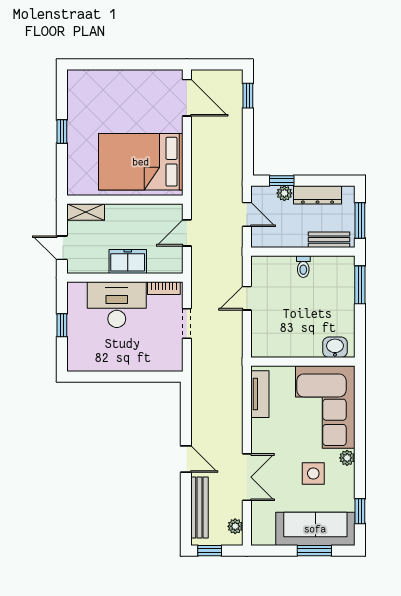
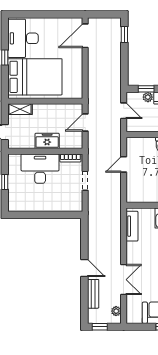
door: (187, 98) -> (85, 36), swing flipped
desk: (90, 102) -> (23, 38), added
bed: (141, 162) -> (35, 77), moved, turned 180
bench: (199, 508) -> (93, 294), width x0.73

